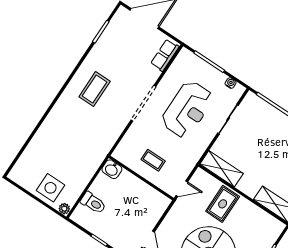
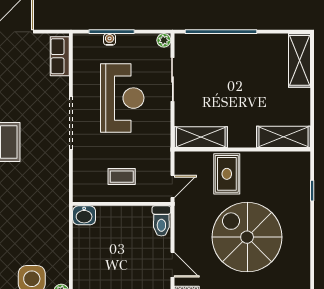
water cooler: (231, 83) -> (110, 39), moved
plant: (239, 90) -> (164, 40), added
toilet: (93, 203) -> (161, 221), moved, turned 90

